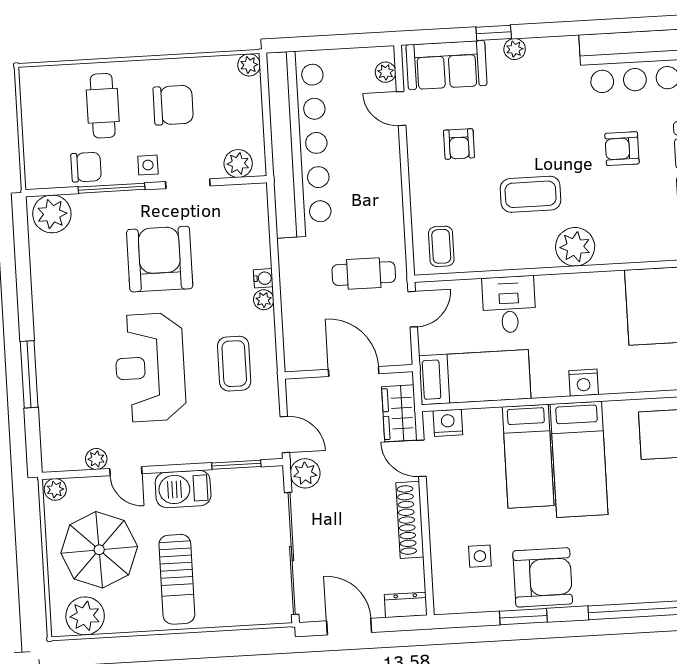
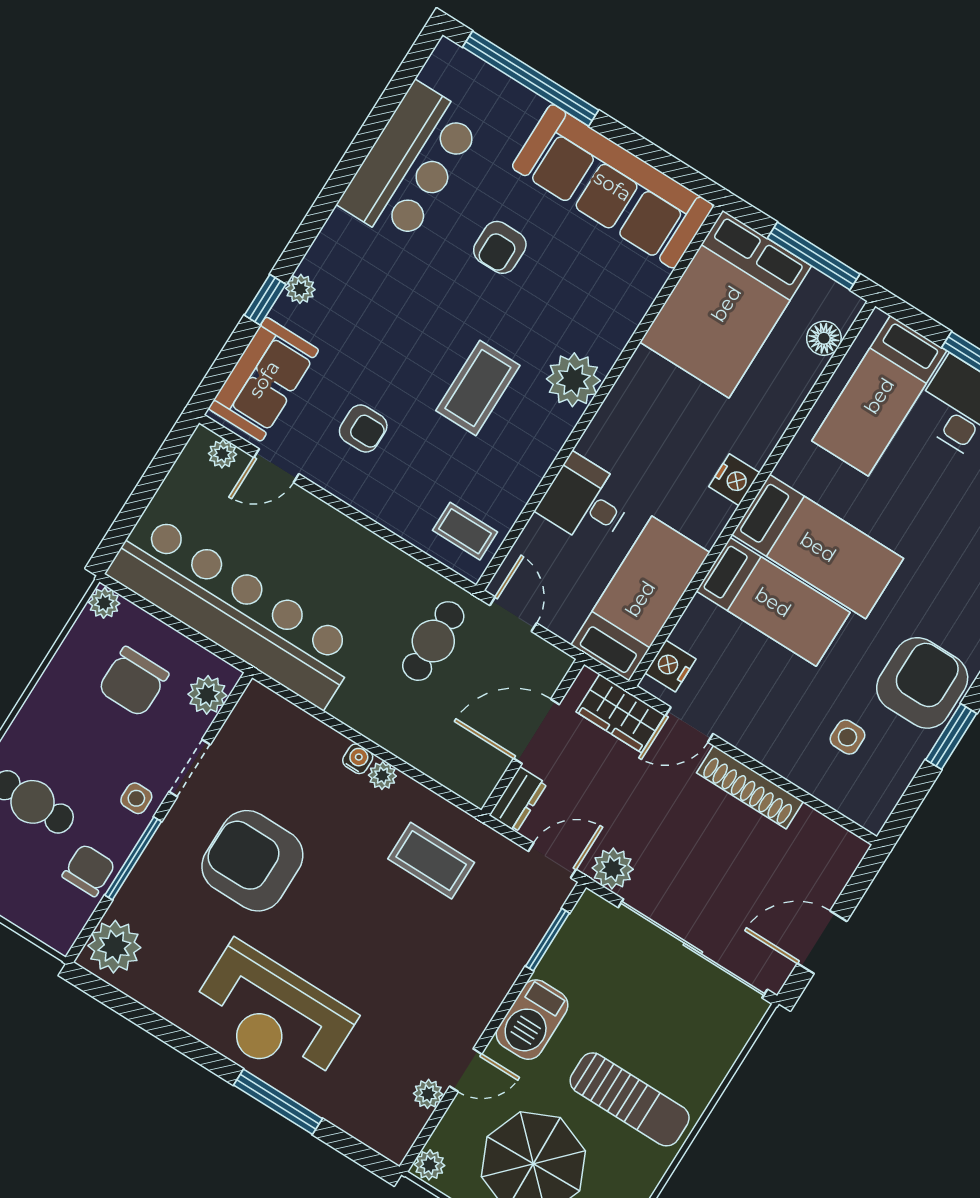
chair: (173, 105) -> (133, 682), moved, turned 180
reception desk: (150, 367) -> (272, 1015), moved
dresser: (406, 605) -> (518, 799), moved, turned 180

